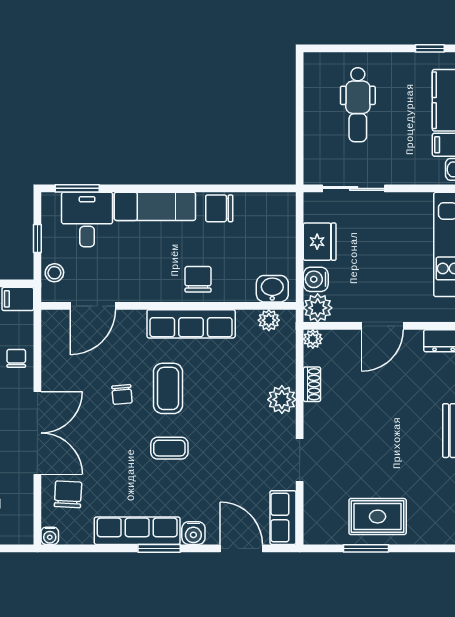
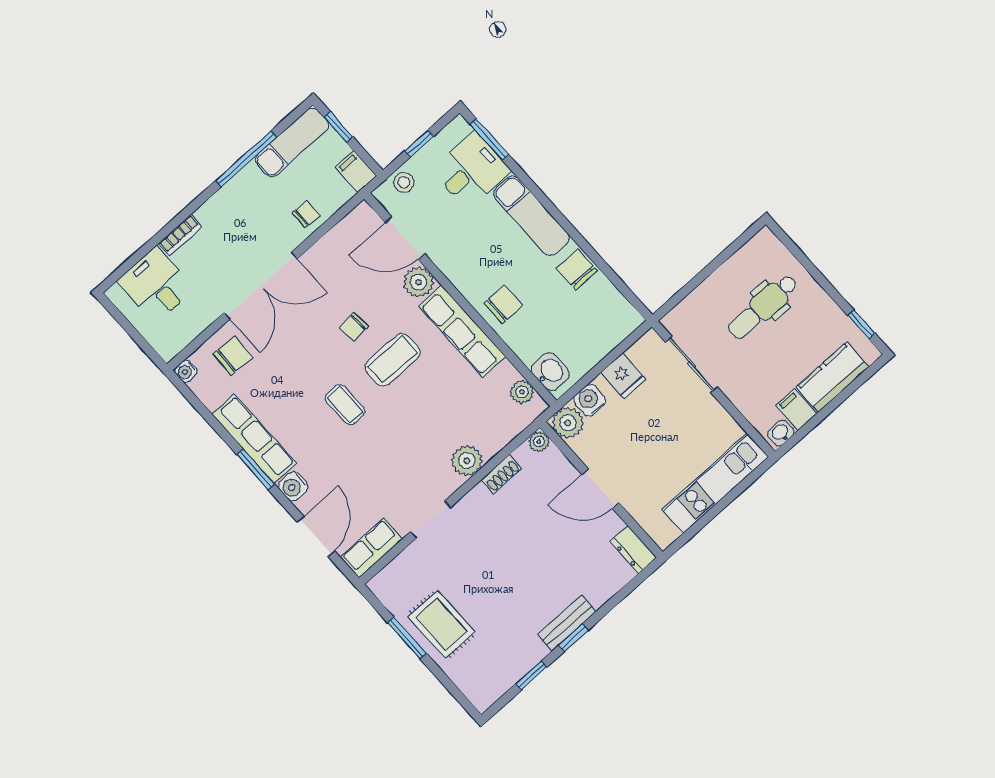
fridge: (320, 242) -> (623, 376), width x0.72
plant: (131, 324) -> (419, 282), added

